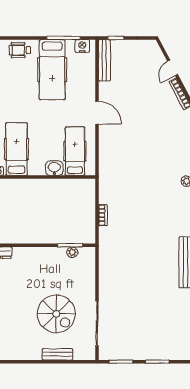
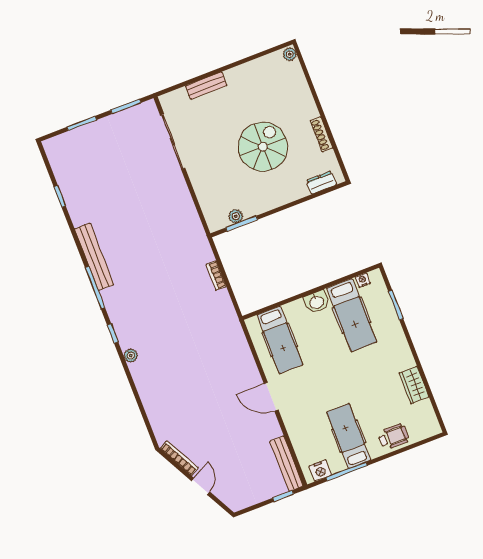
hospital bed: (52, 70) -> (349, 436), width x0.73, depth x0.78
washbasin: (54, 168) -> (317, 302), moved
spiral stairs: (56, 314) -> (263, 147), moved, turned 90

